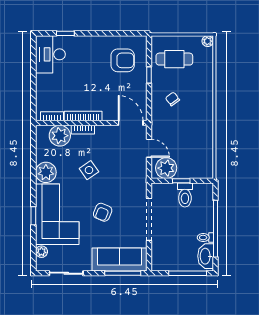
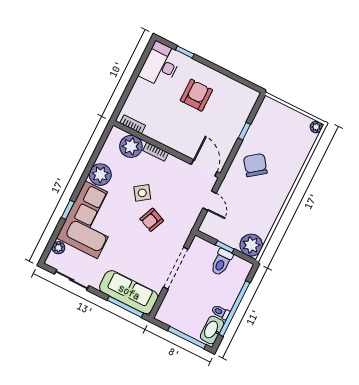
cafe table: (174, 59) -> (276, 128), removed
armchair: (123, 60) -> (196, 95), moved, turned -90
chair: (172, 99) -> (255, 165), width x1.87, depth x1.87
bookcase: (83, 116) -> (162, 139), removed
plant: (166, 168) -> (251, 245), moved
armchair: (103, 212) -> (152, 220), moved

